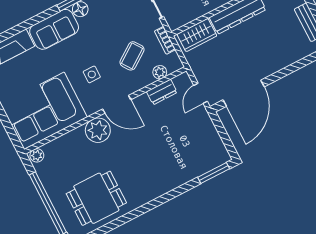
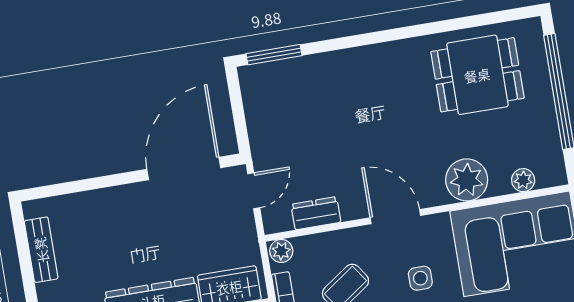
plant: (160, 72) -> (281, 251), moved
plant: (98, 130) -> (467, 180), moved
plant: (37, 155) -> (523, 180), moved

